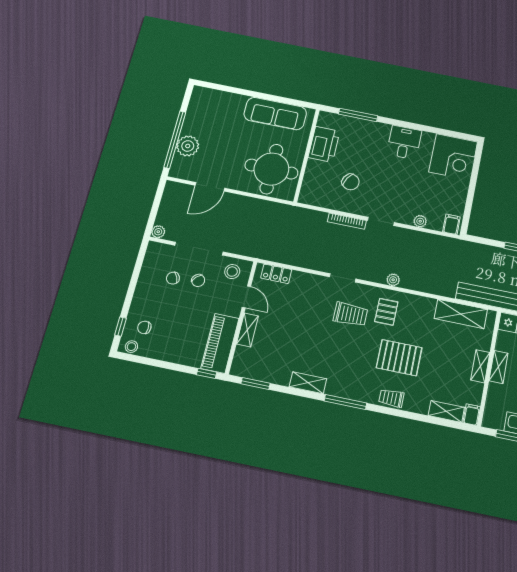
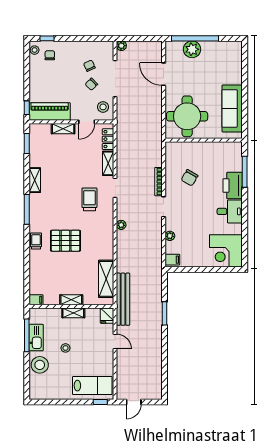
printer: (324, 144) -> (233, 186), moved, turned 90
pallet: (386, 312) -> (97, 225), removed
trolley: (350, 314) -> (89, 199), turned 180
pallet: (399, 358) -> (65, 241), turned 90
shelving: (446, 411) -> (108, 163), moved

